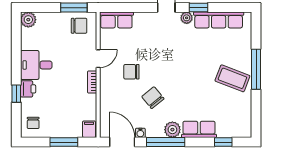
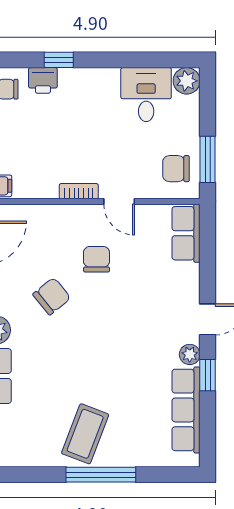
chair: (79, 26) -> (176, 169), turned 90
desk: (36, 65) -> (146, 95), moved
printer: (28, 89) -> (43, 80), moved

